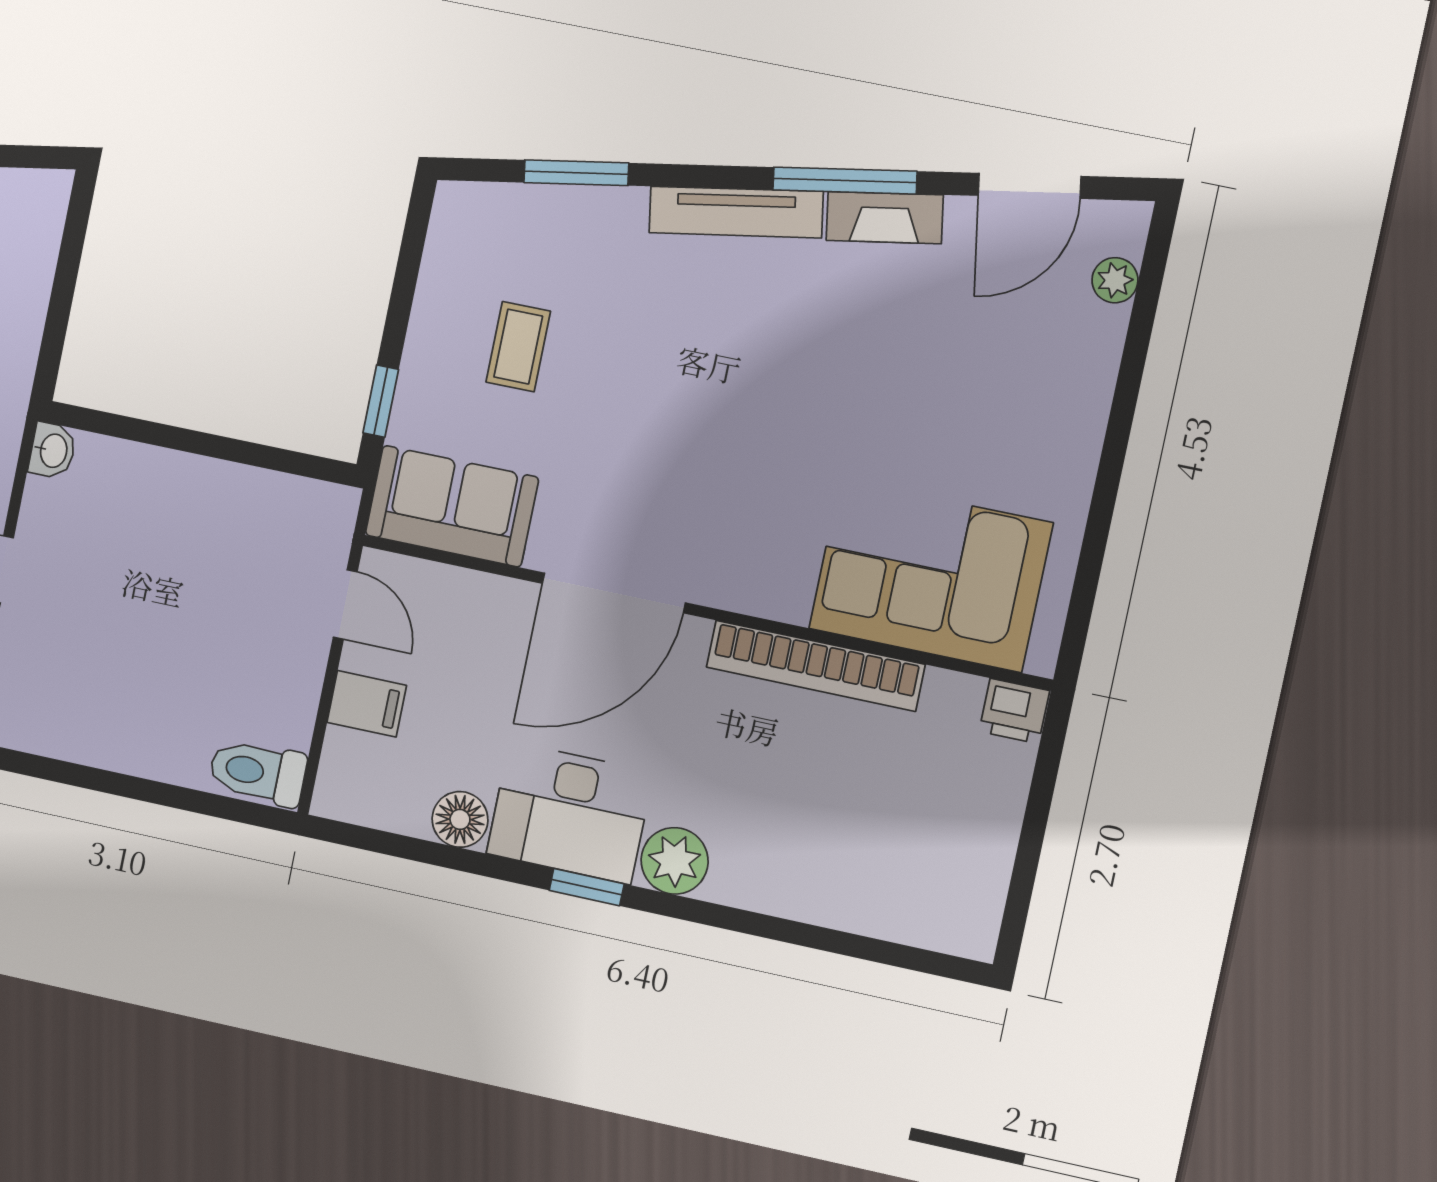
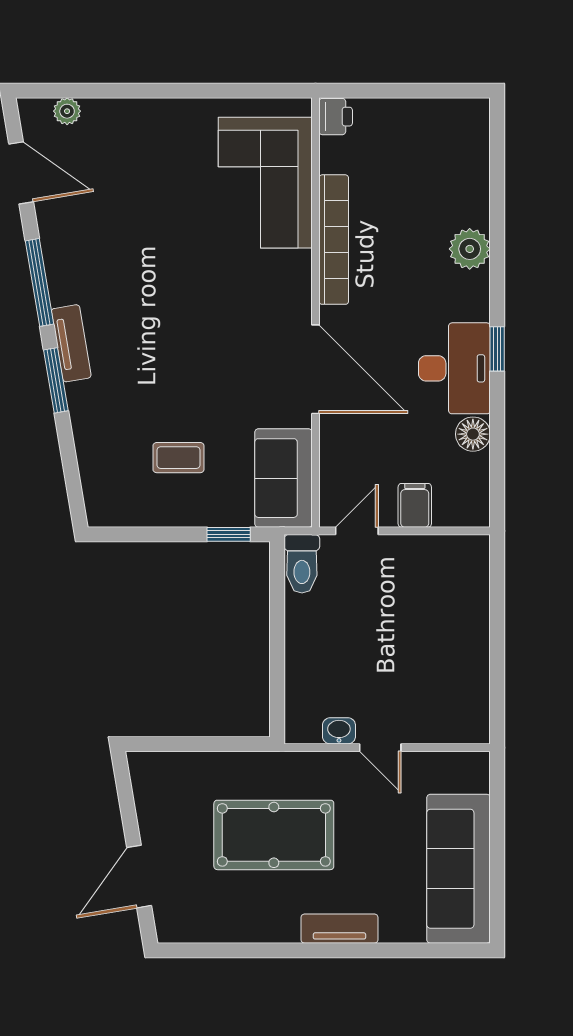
window: (576, 173) -> (56, 380), moved
tv unit: (736, 212) -> (71, 343), width x0.71
fireplace: (885, 218) -> (57, 254), removed
washbasin: (52, 450) -> (339, 731), moved
toilet: (258, 772) -> (302, 564), moved
plant: (675, 861) -> (470, 249), moved

